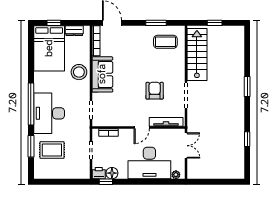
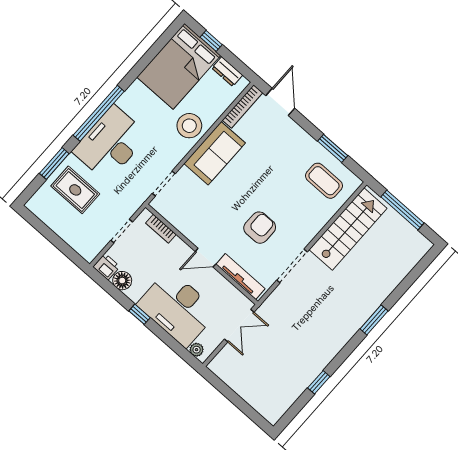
window: (215, 23) -> (402, 210), width x2.17
window: (106, 182) -> (140, 314), moved

